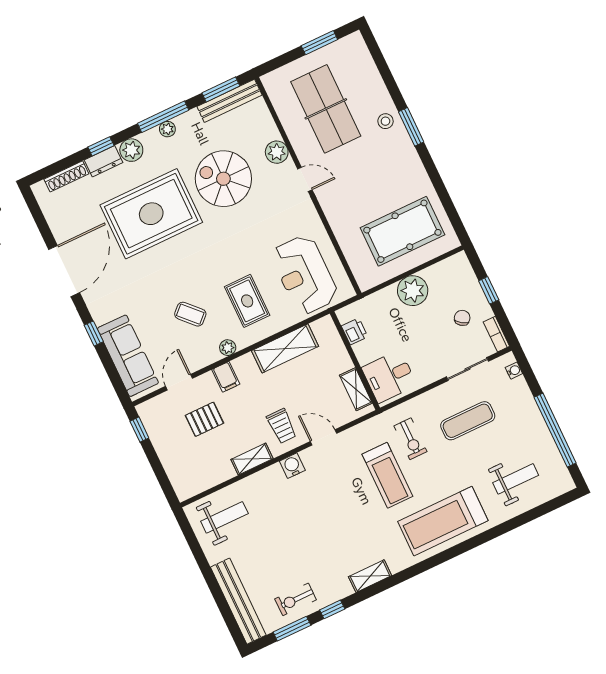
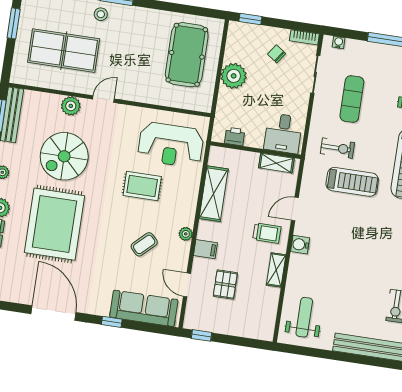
window: (489, 290) -> (250, 19), moved
rug: (247, 301) -> (142, 186), moved

